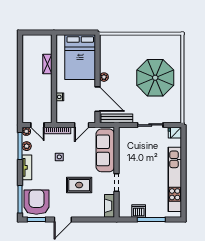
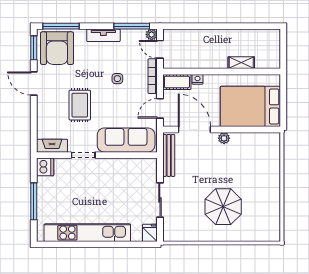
parasol: (155, 78) -> (223, 207), width x0.73, depth x0.73
door: (97, 99) -> (194, 130), swing flipped
cot: (62, 112) -> (177, 82), added
door: (37, 125) -> (160, 49), hinge flipped
door: (82, 125) -> (160, 108), hinge flipped
plant: (27, 146) -> (132, 35), removed
armchair: (36, 202) -> (57, 48), turned 90
dishwasher: (139, 211) -> (45, 167), moved

